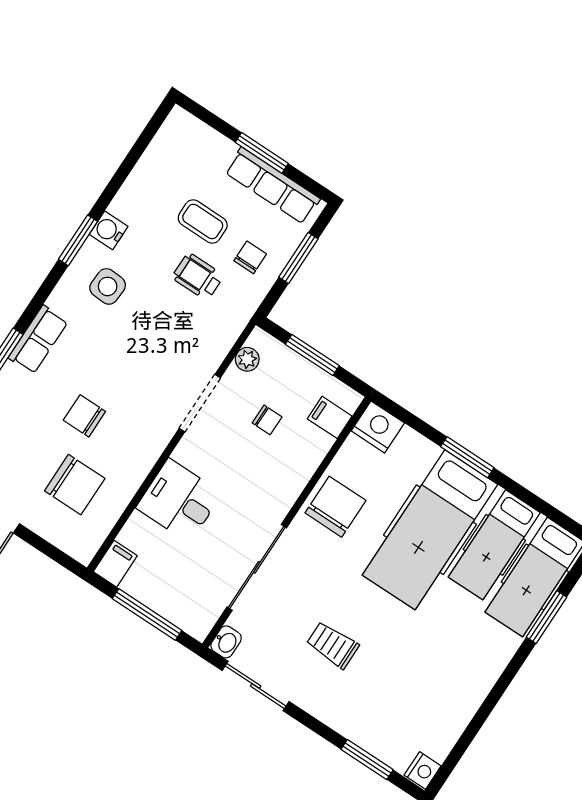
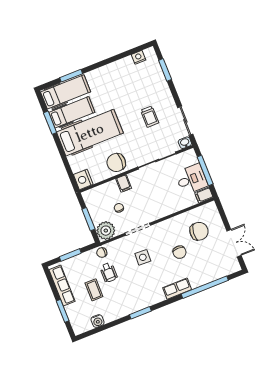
window: (262, 153) -> (63, 311), moved
water cooler: (109, 230) -> (98, 321), moved
chair: (250, 257) -> (102, 253), moved
side table: (108, 286) -> (143, 257), moved
plant: (247, 359) -> (106, 231), width x1.87, depth x1.87
filing cabinet: (330, 417) -> (124, 183), moved
window: (467, 457) -> (50, 123), moved
chair: (75, 485) -> (199, 231), turned 96
desk: (179, 501) -> (191, 179), moved, turned -90
nightstand: (423, 770) -> (139, 57), moved

